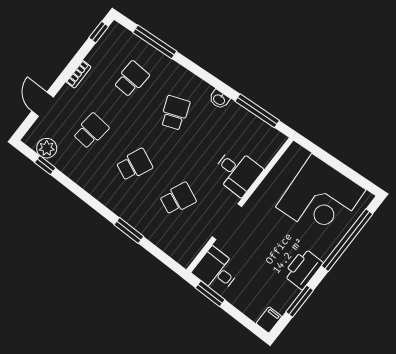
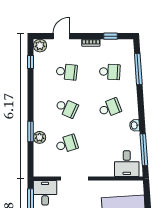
window: (99, 32) -> (110, 36), moved
plant: (47, 148) -> (40, 46), moved
desk: (237, 172) -> (127, 164), moved
school desk: (178, 199) -> (67, 144), turned -42
plant: (145, 225) -> (40, 137), added

